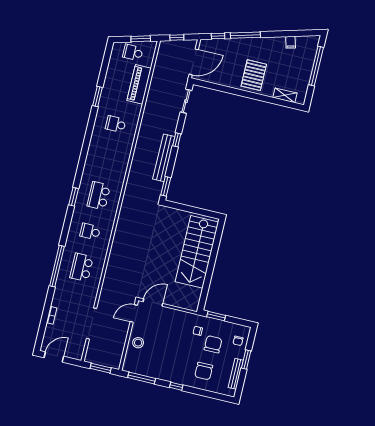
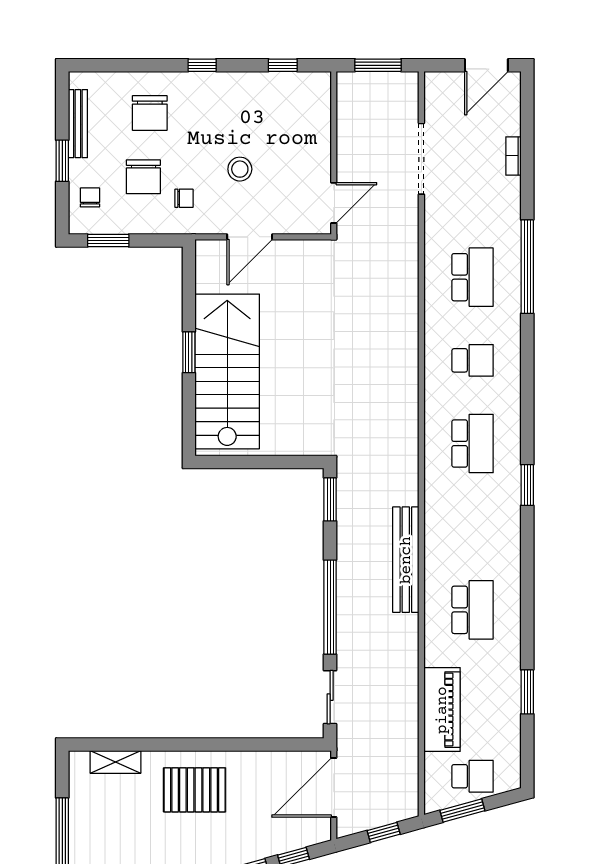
pallet: (254, 75) -> (195, 790), turned 90
window: (97, 97) -> (527, 692), moved
school desk: (116, 124) -> (472, 610), width x1.85
window: (177, 140) -> (330, 607), width x3.17
bench: (164, 158) -> (406, 560), moved
window: (74, 197) -> (527, 485), moved
window: (211, 264) -> (189, 352), added
door: (153, 303) -> (250, 237), moved
window: (216, 316) -> (108, 241), moved
stool: (138, 343) -> (240, 169), moved
chair: (204, 371) -> (150, 113), turned 180
window: (142, 378) -> (283, 65), width x0.46

